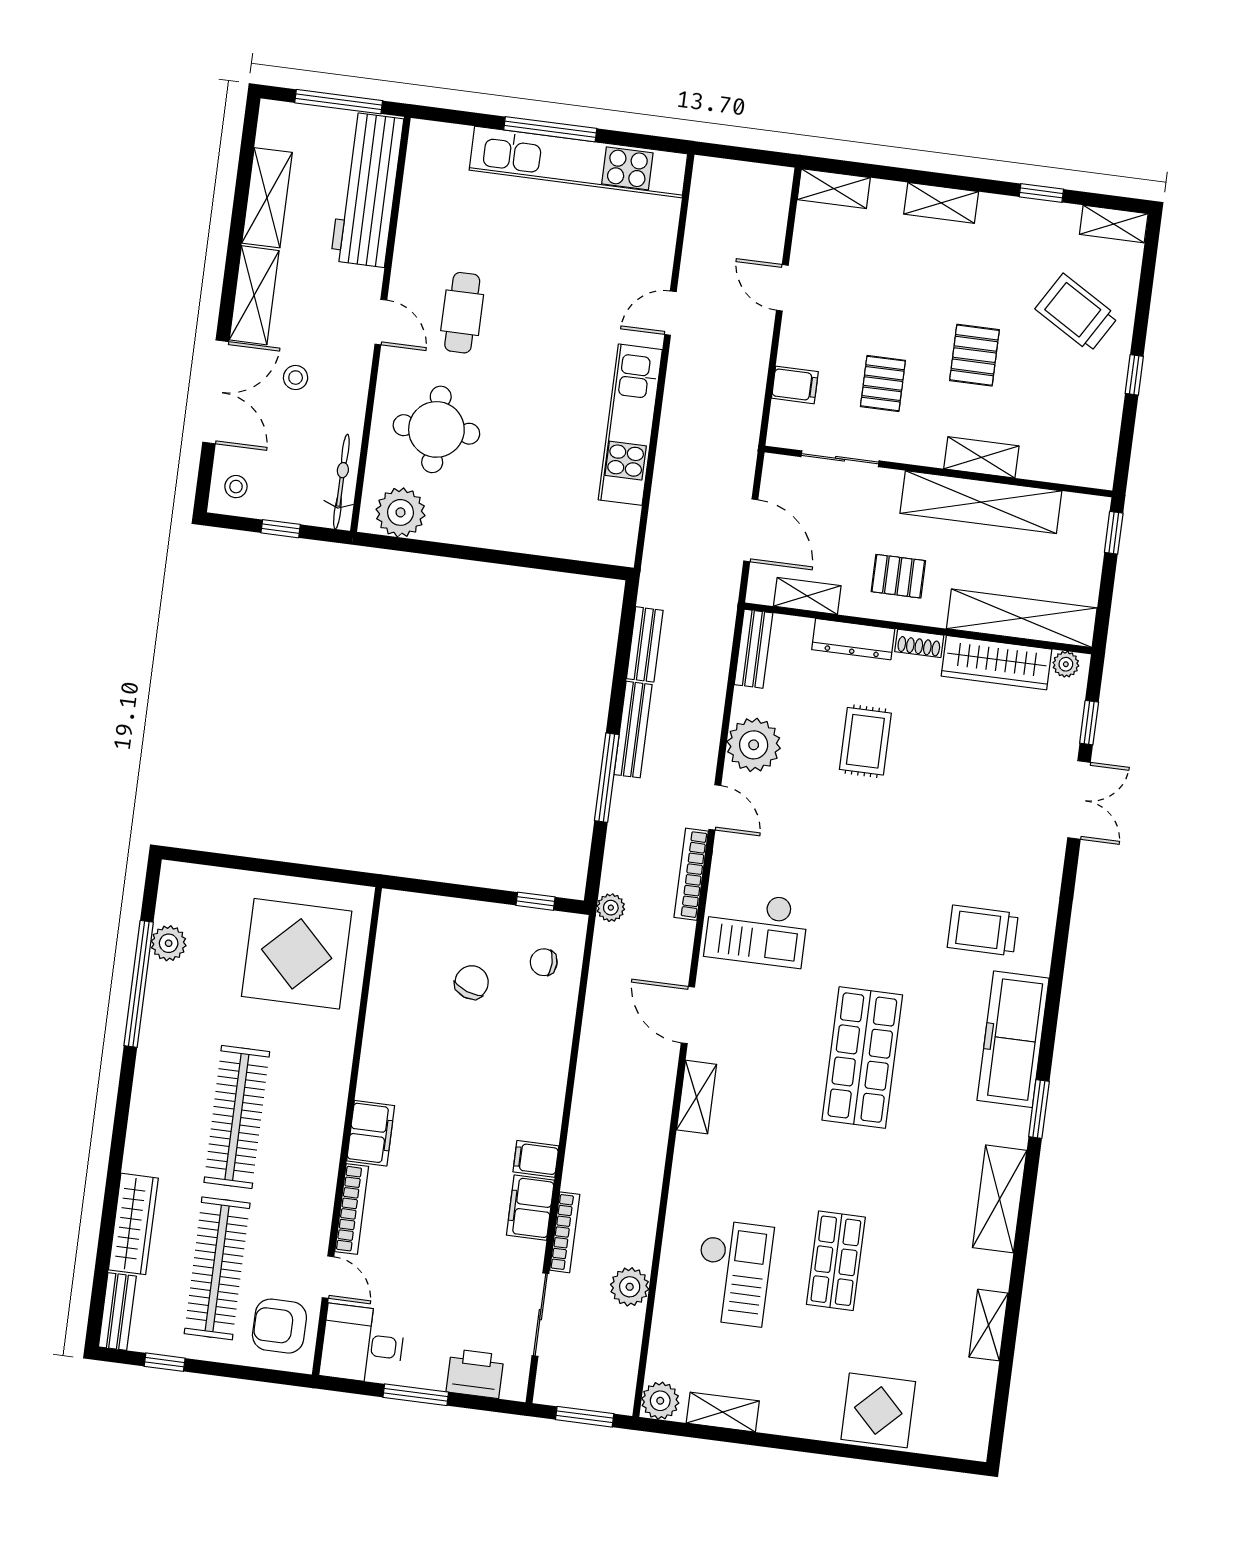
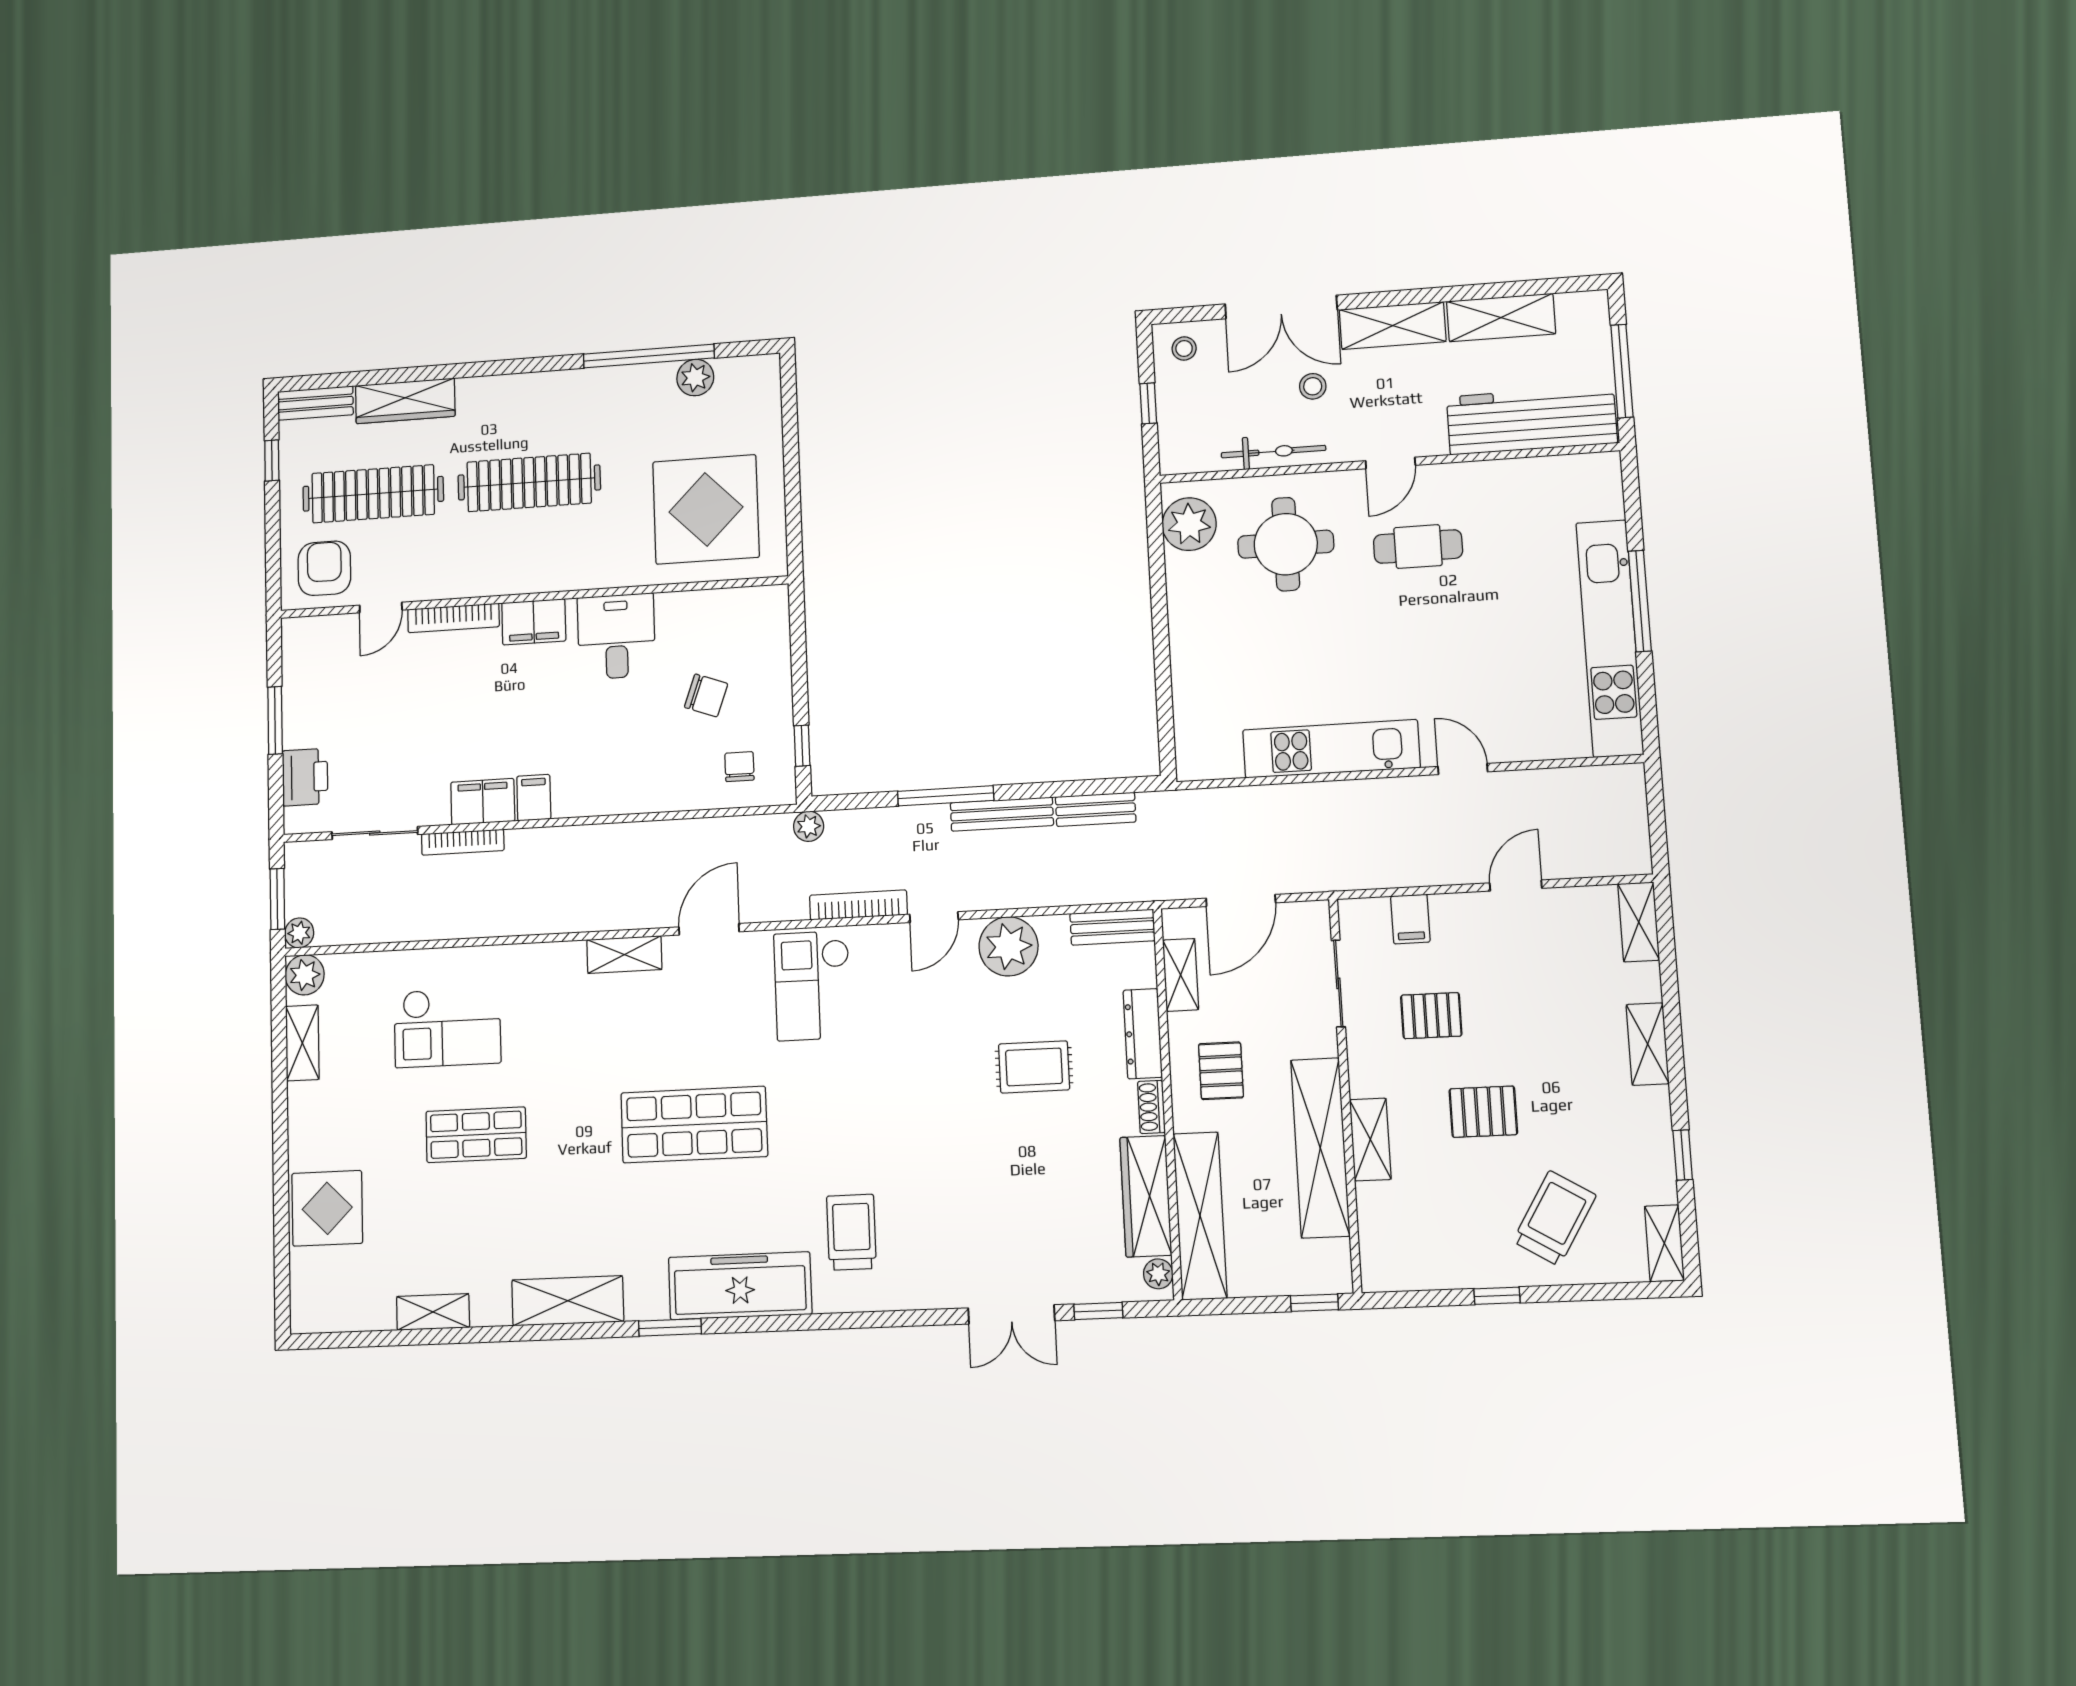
bicycle: (341, 482) -> (1273, 452), moved
plant: (630, 1287) -> (299, 933), moved, width x0.73, depth x0.73
desk: (363, 1344) -> (616, 636), moved

